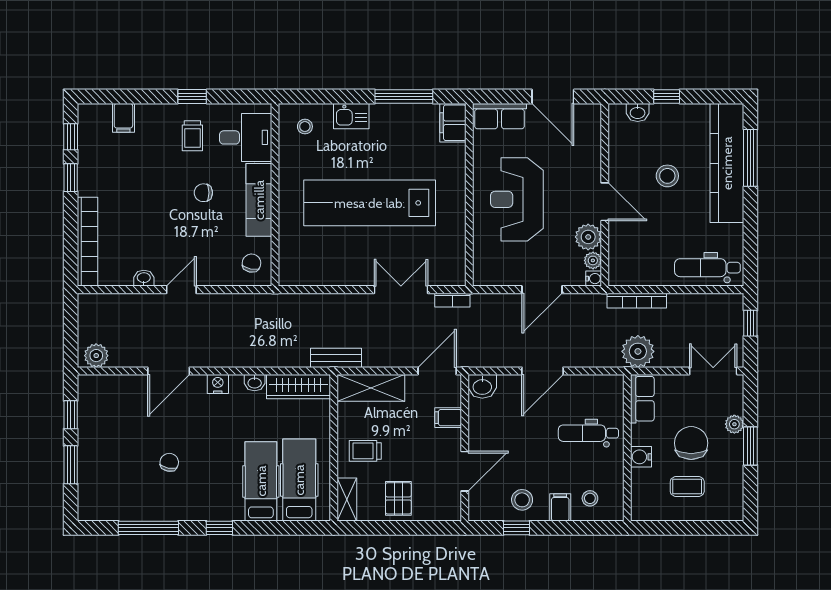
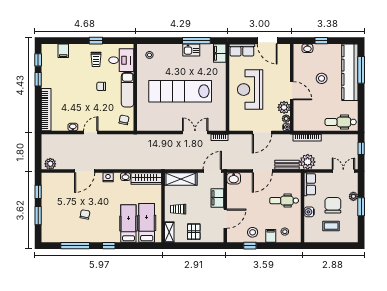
kitchen sink: (351, 116) -> (191, 50), moved
bench: (336, 358) -> (287, 165), moved
filing cabinet: (448, 418) -> (217, 198), width x2.00

